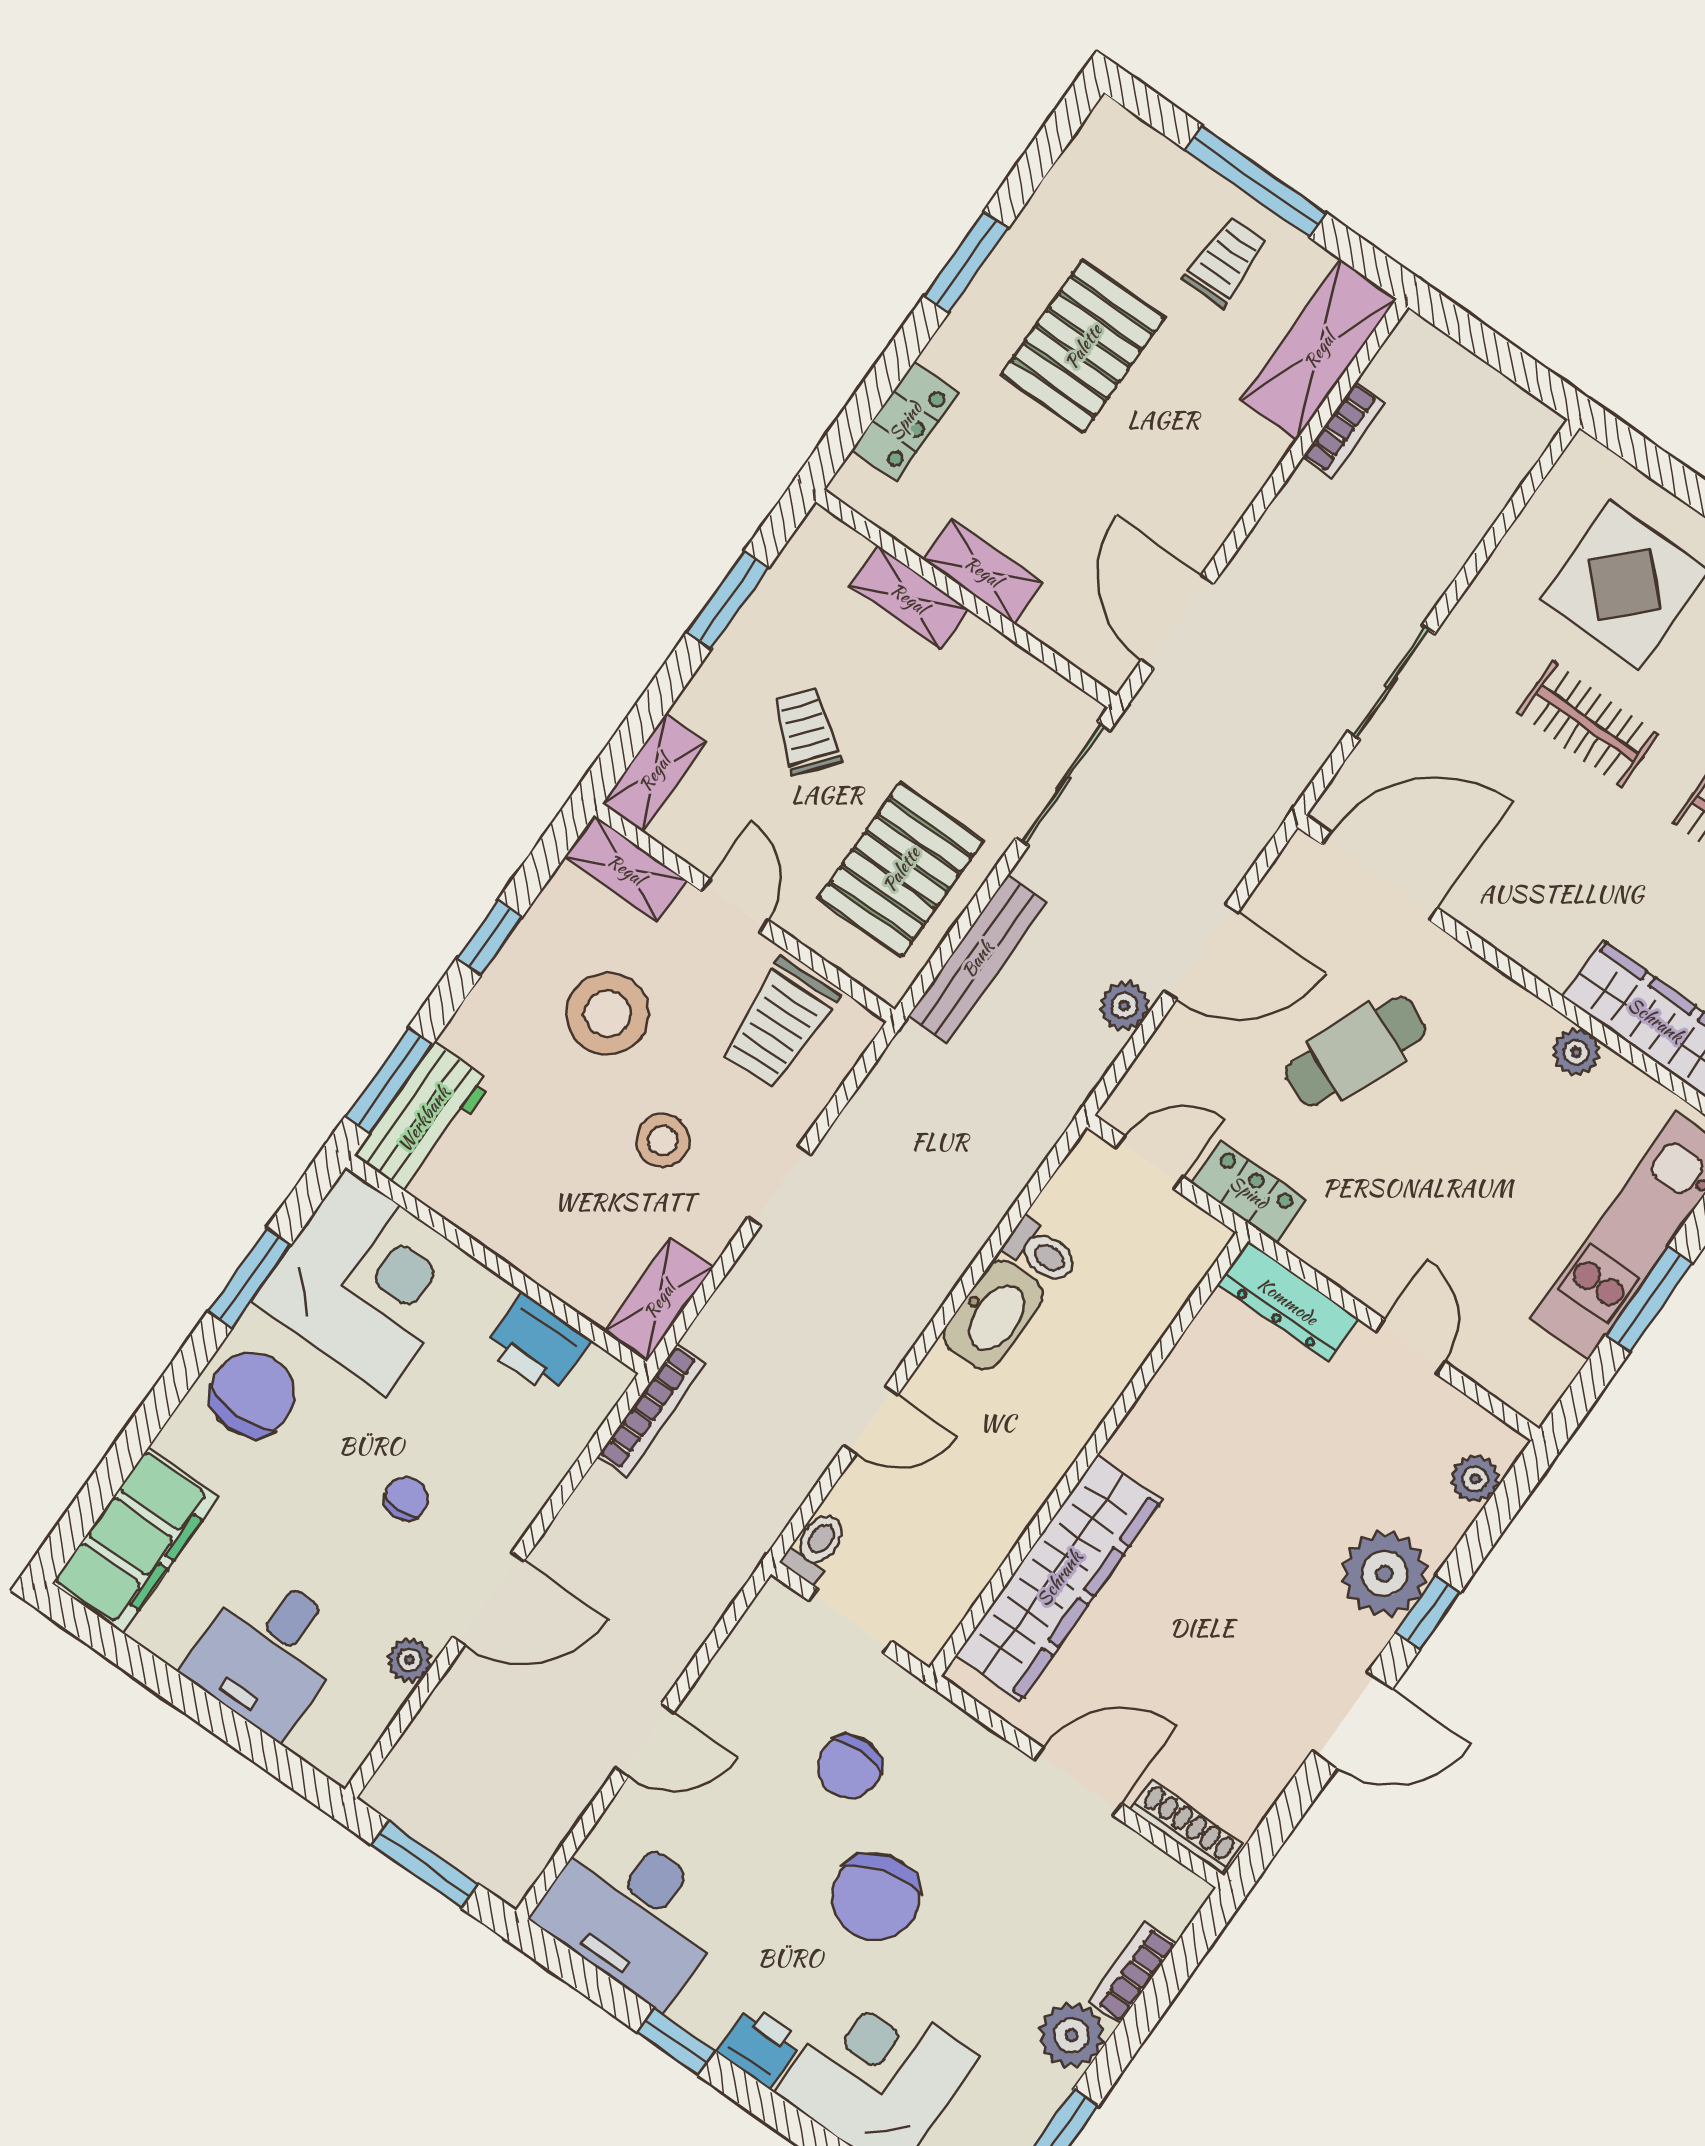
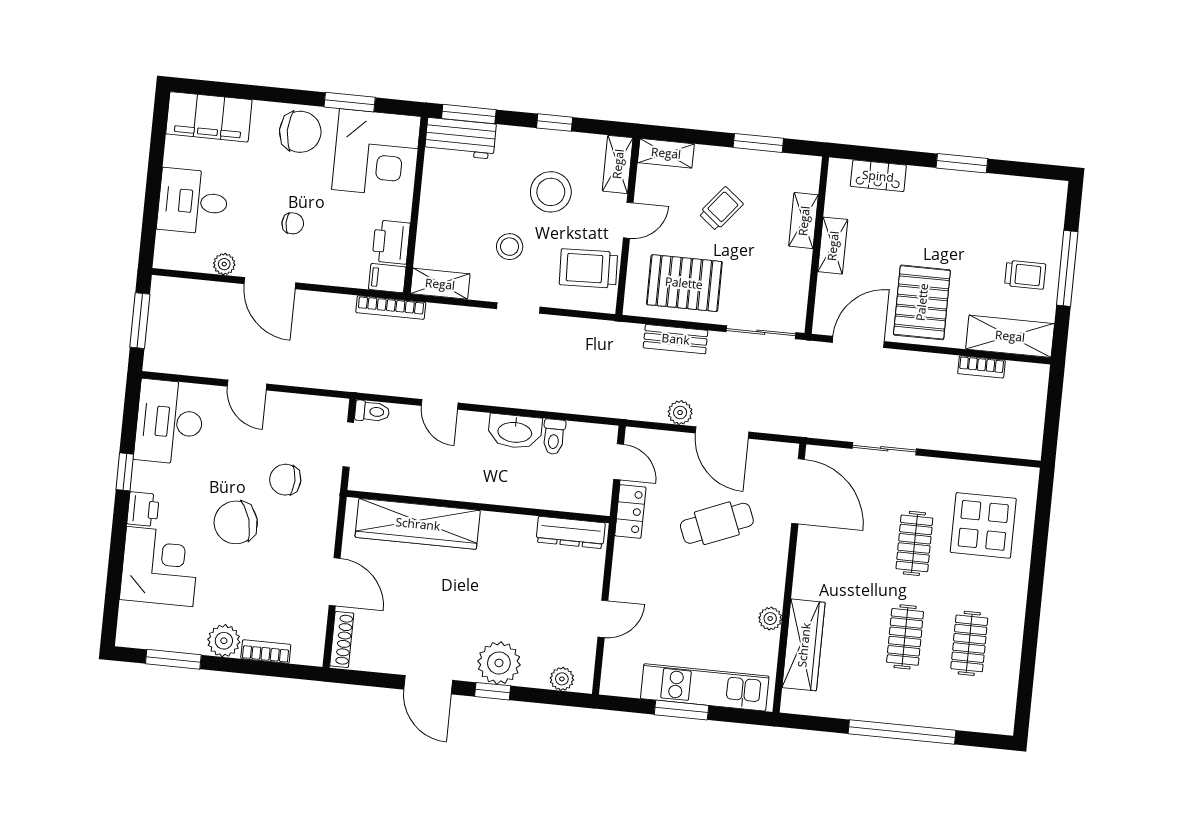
pallet: (1083, 346) -> (922, 302), moved, turned 90
bench: (977, 959) -> (676, 339), width x0.73
cafe table: (1356, 1051) -> (717, 523), turned -45
dresser: (1288, 1301) -> (571, 532), moved, turned -90
filing cabinet: (596, 1387) -> (387, 278), added

